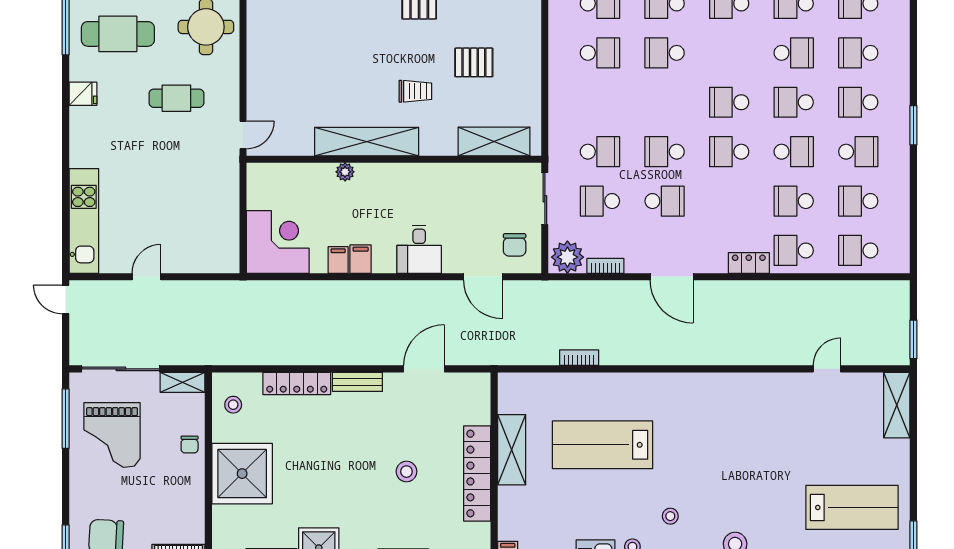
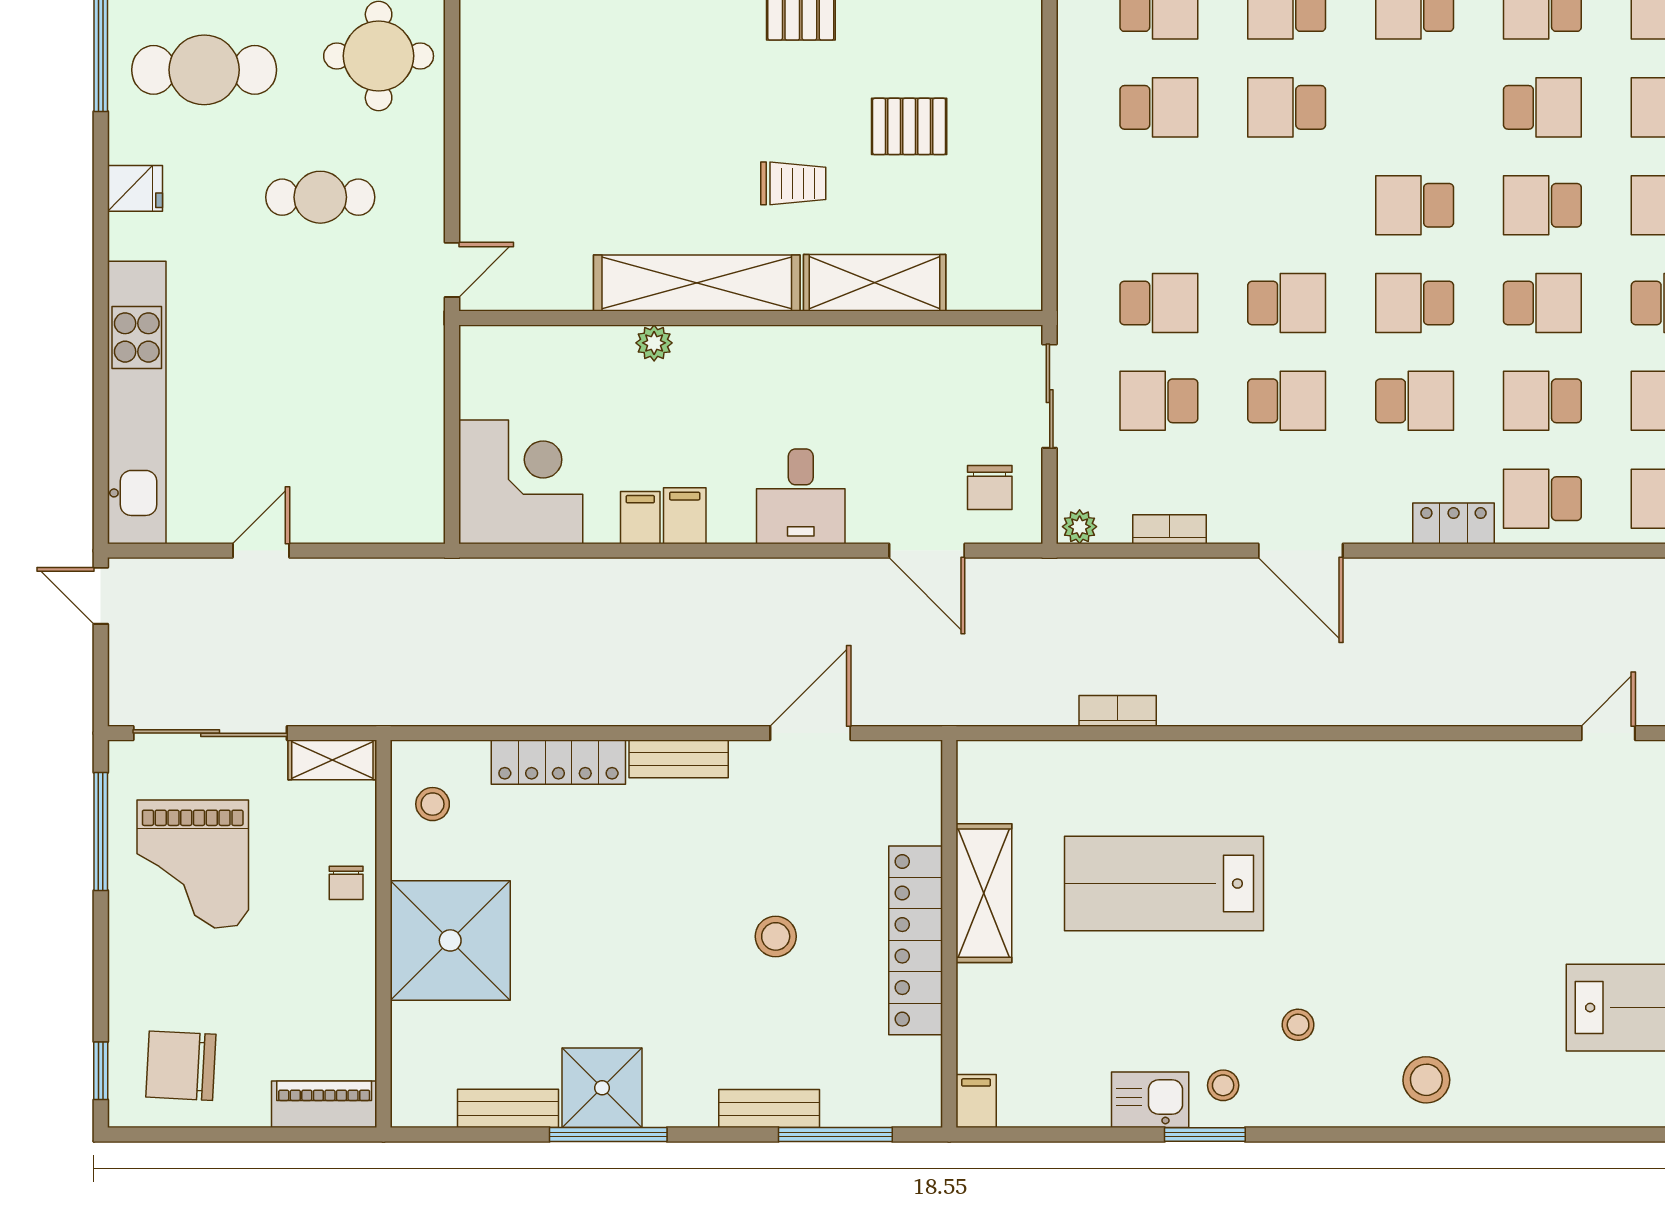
shelving: (494, 141) -> (875, 283), moved
school desk: (665, 152) -> (1287, 303), turned 180
school desk: (729, 201) -> (1415, 401), added
kitchen unit: (84, 221) -> (137, 402), width x1.36
plant: (567, 257) -> (1080, 527), width x0.53, depth x0.53

